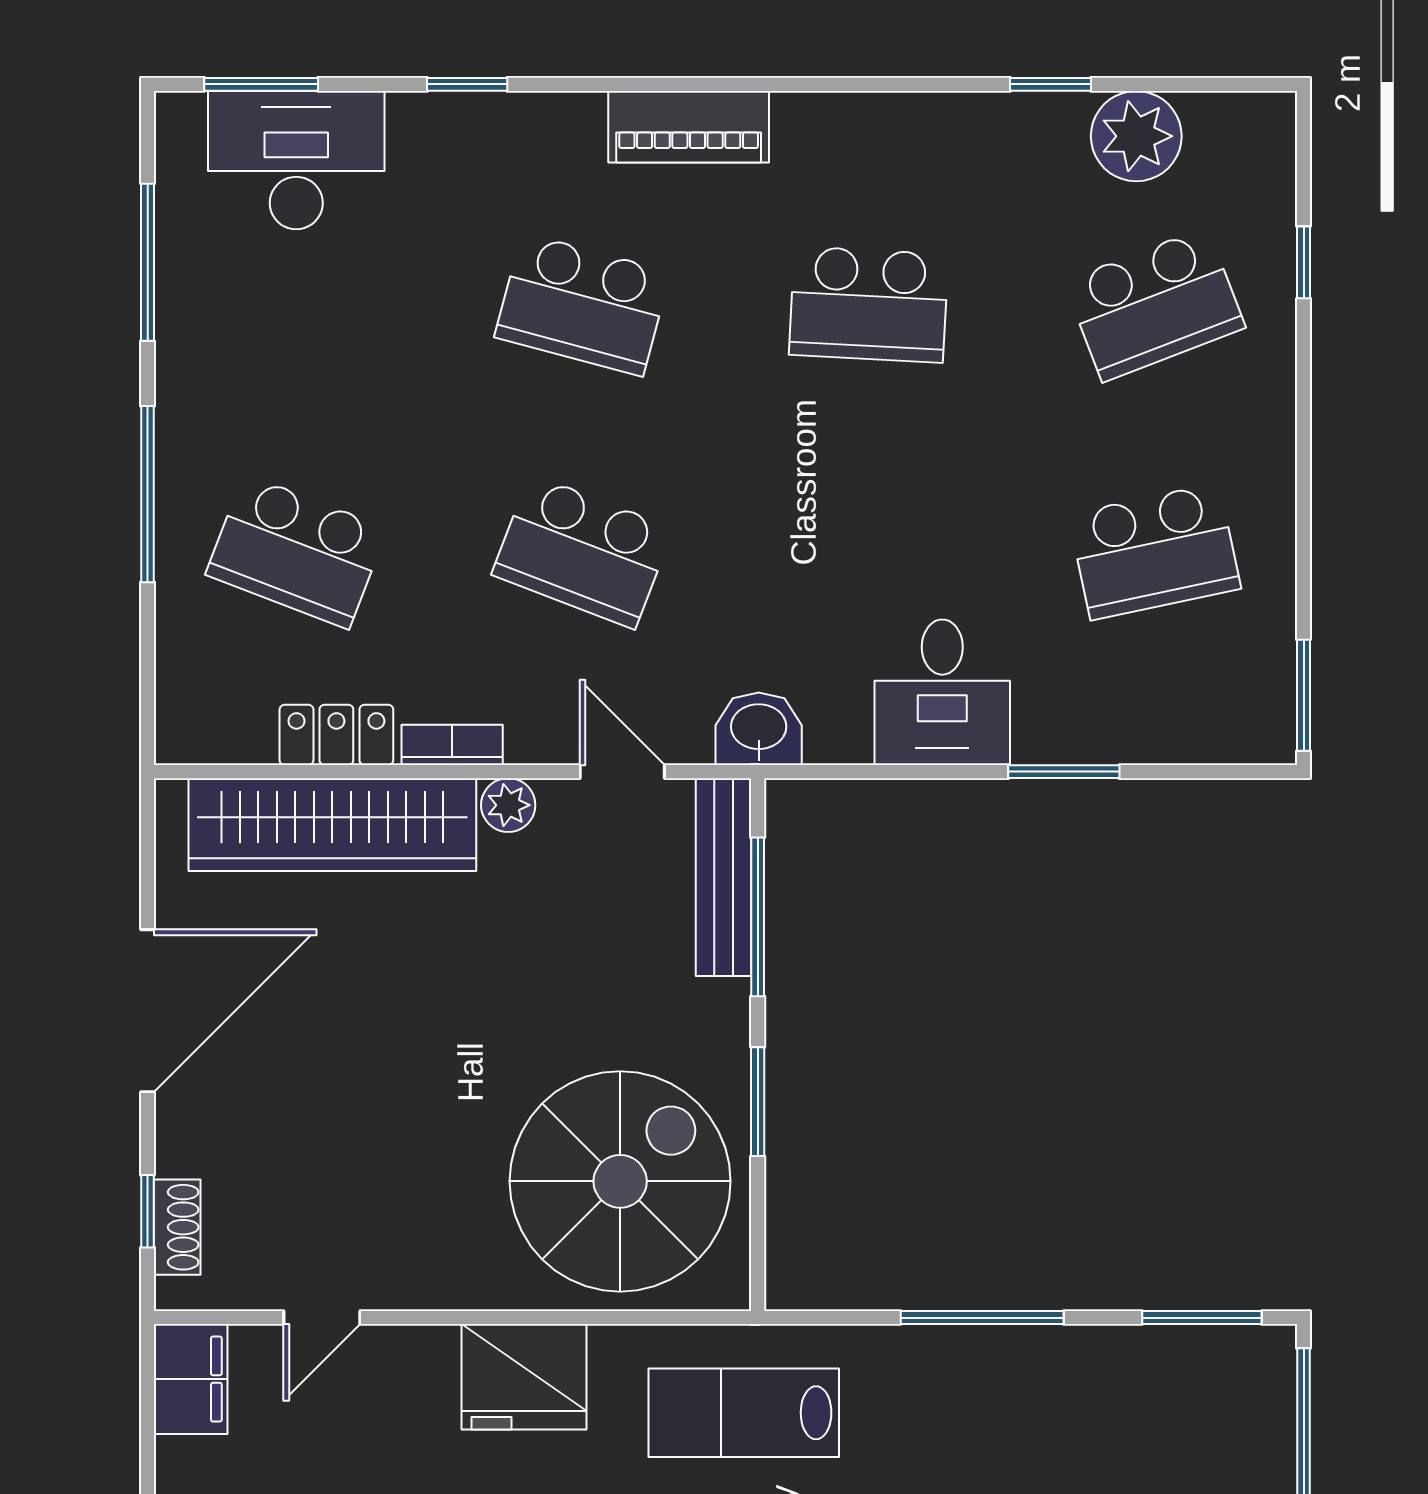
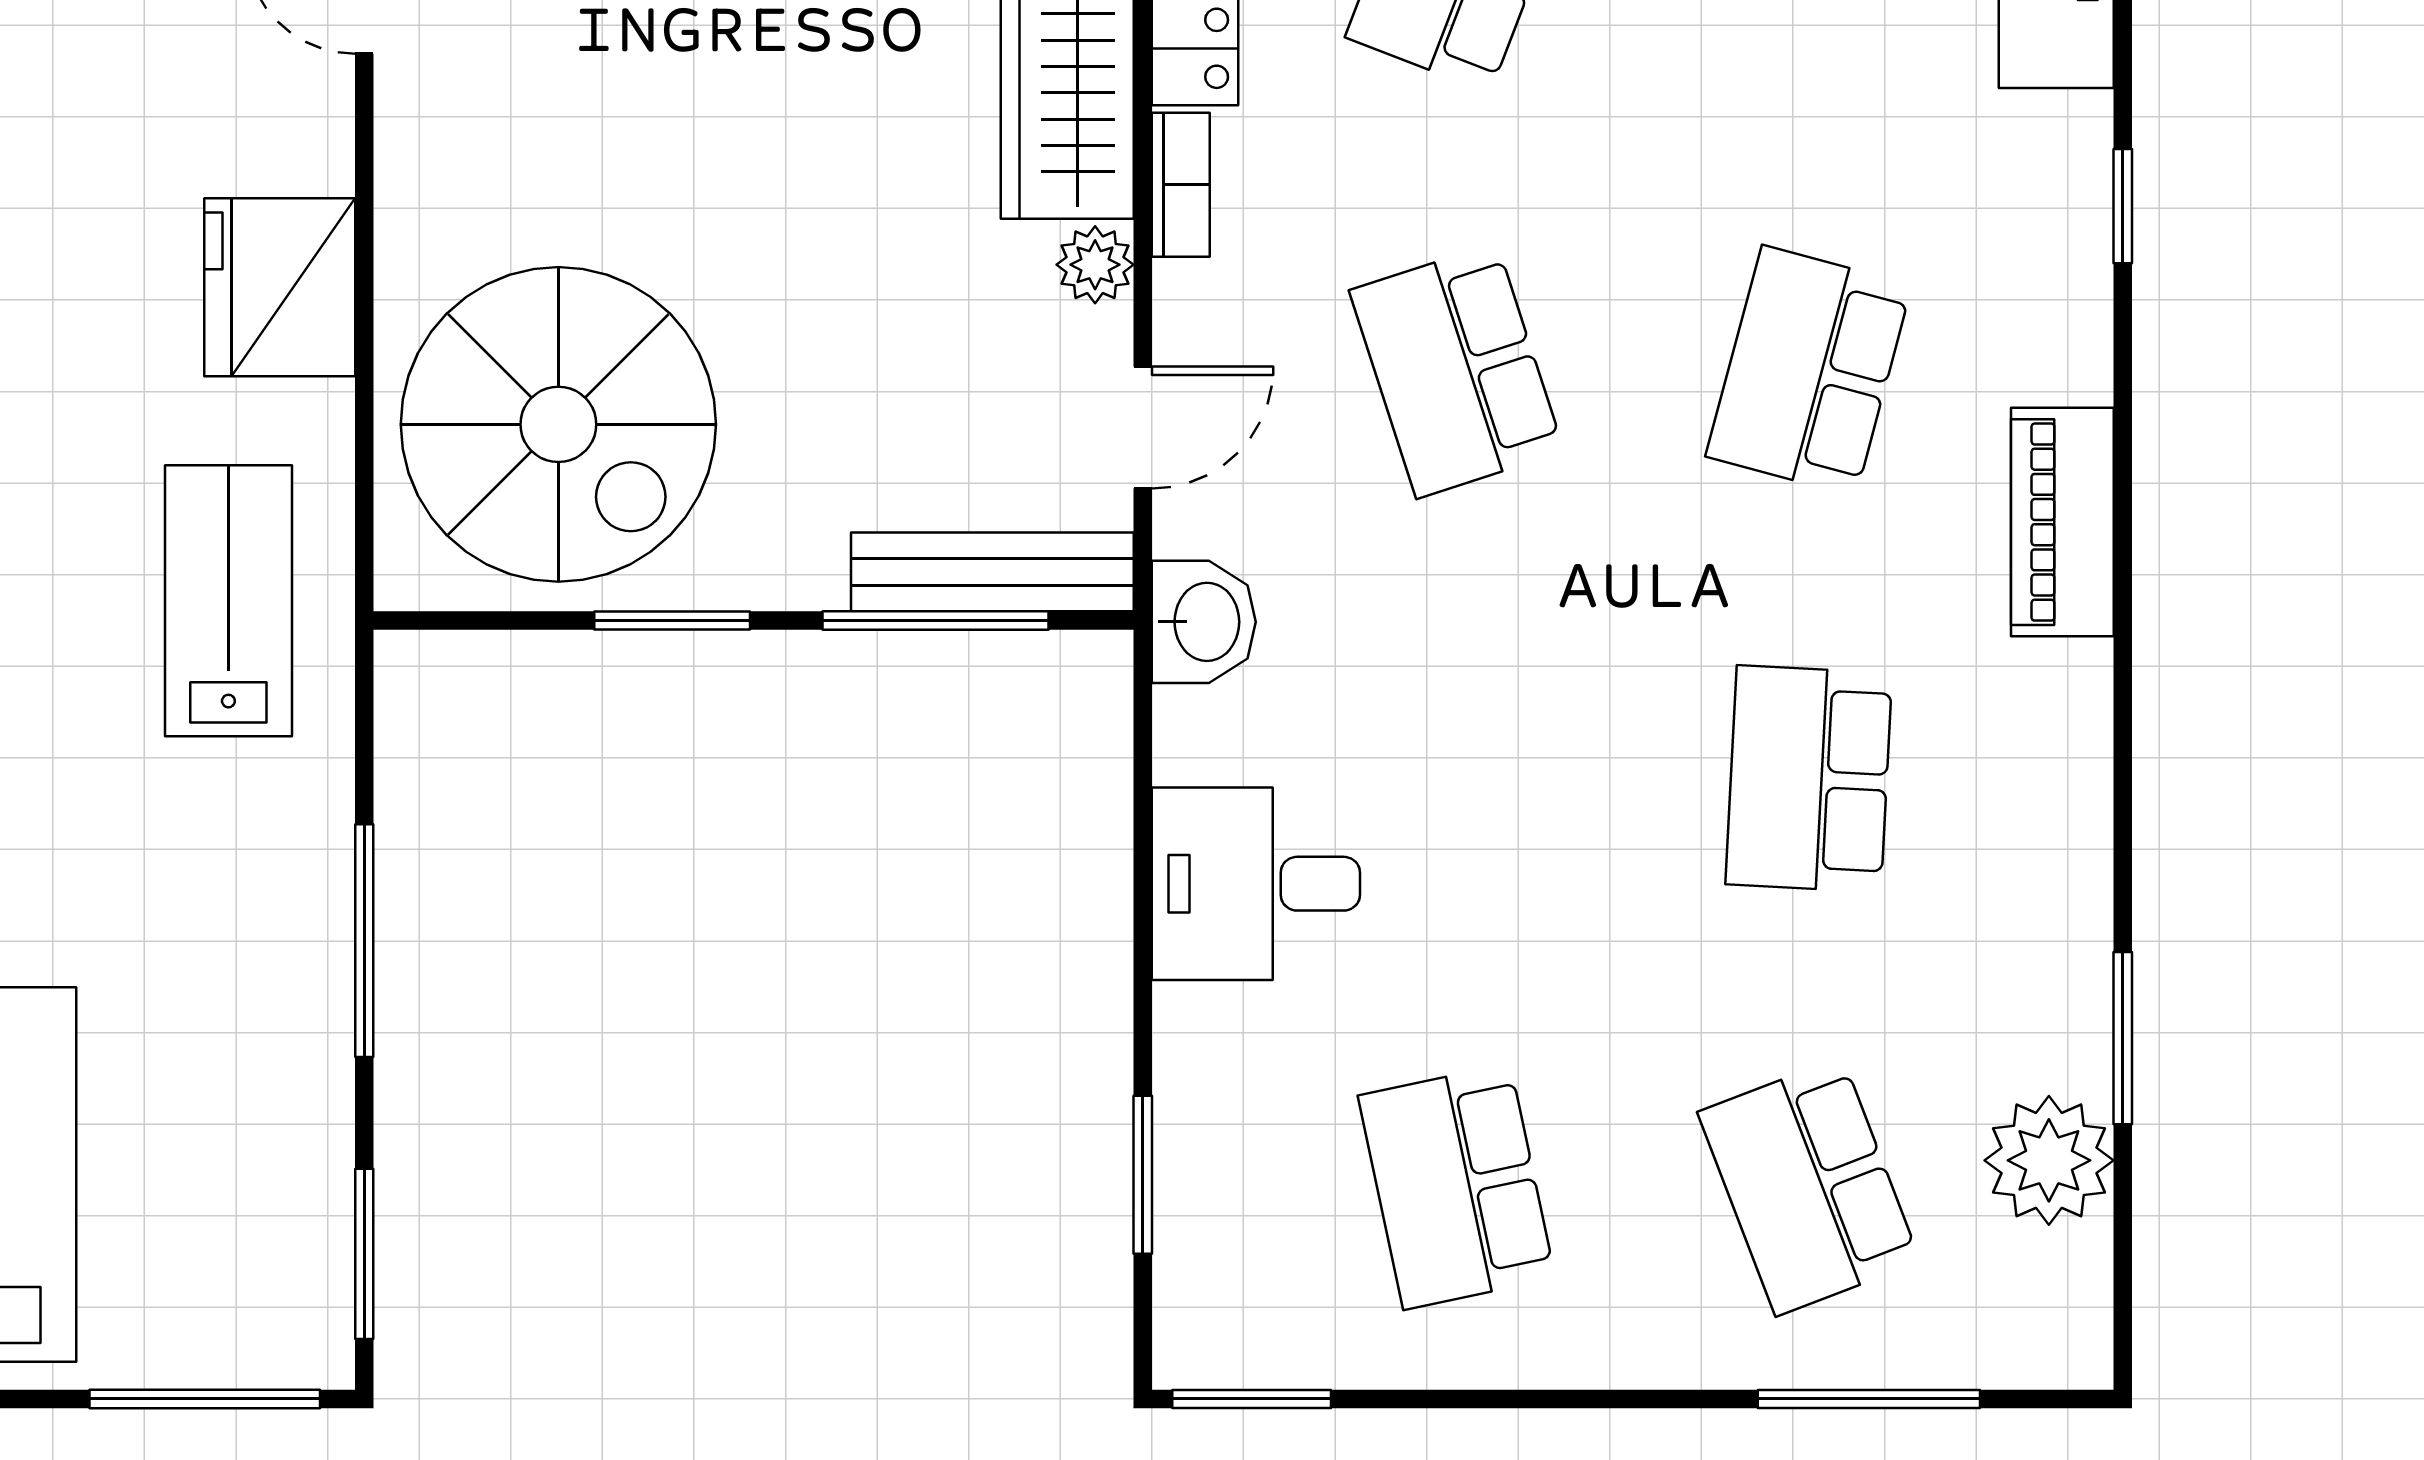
window: (1051, 84) -> (2123, 1038), width x1.50
window: (1304, 262) -> (1869, 1399), width x2.17
school desk: (583, 552) -> (1457, 371), turned -39
window: (1064, 772) -> (1143, 1175), moved

